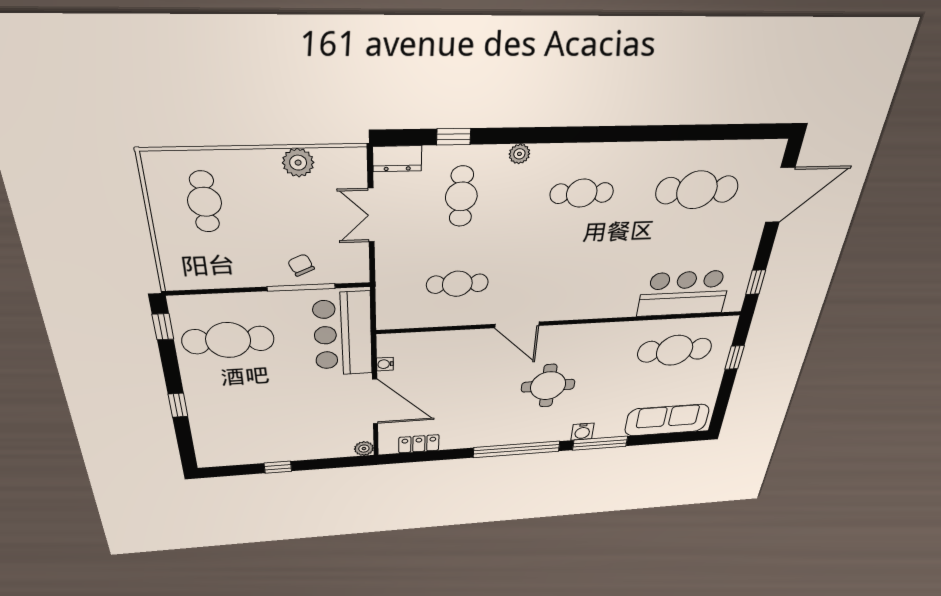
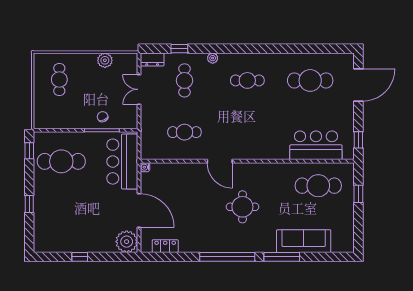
water cooler: (385, 364) -> (145, 167), moved
sofa: (667, 420) -> (304, 241), moved
water cooler: (582, 432) -> (269, 246), removed
plant: (364, 449) -> (127, 242), width x1.87, depth x1.87

